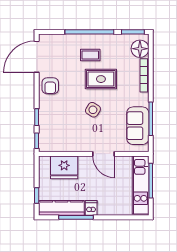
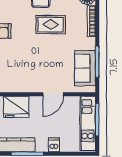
side table: (93, 110) -> (43, 53), removed
door: (104, 154) -> (53, 94), hinge flipped
dishwasher: (91, 208) -> (54, 145), moved

